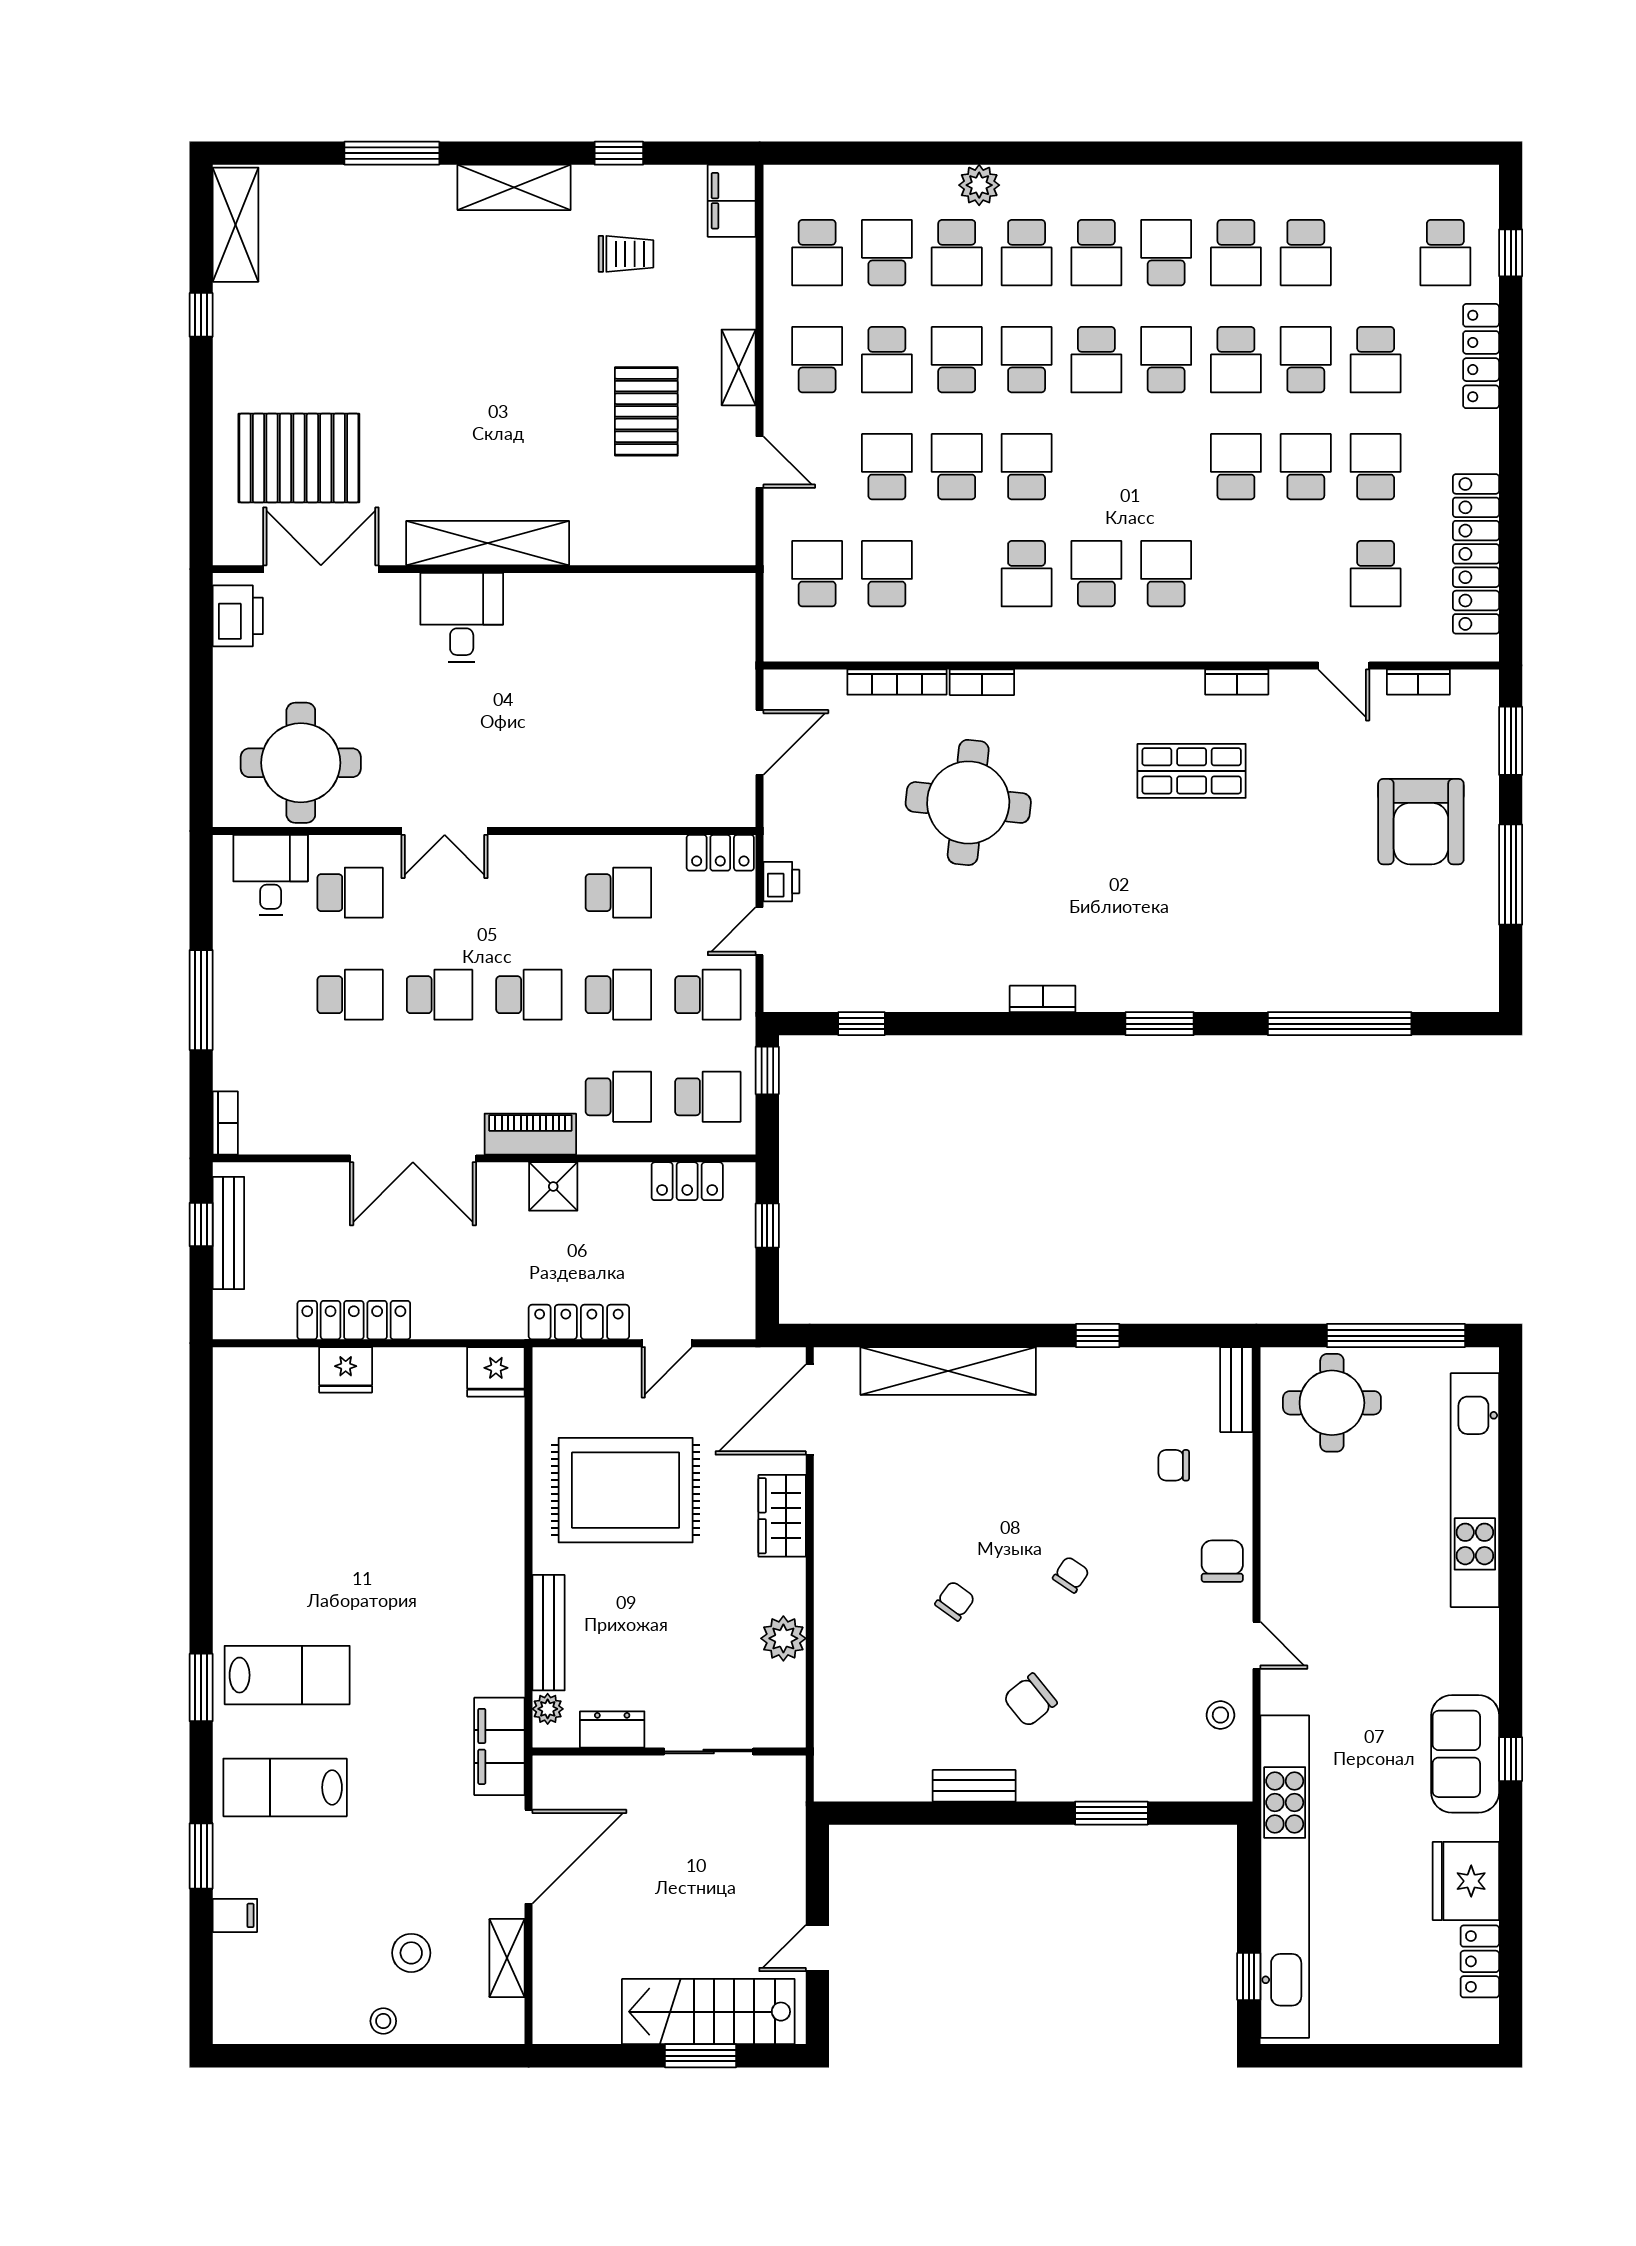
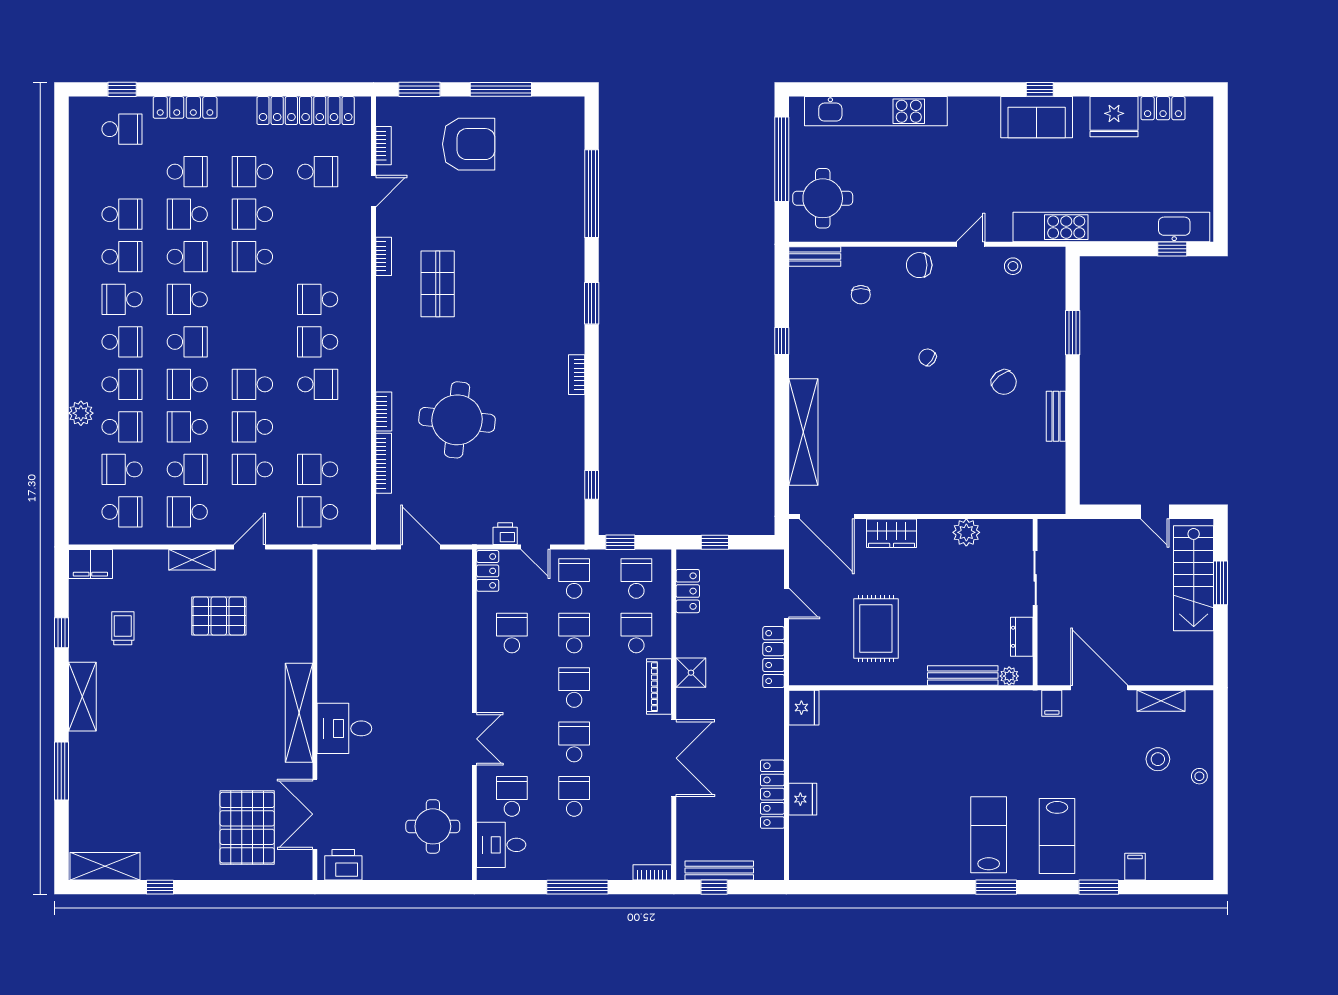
round table: (301, 763) -> (433, 826), width x0.73, depth x0.73
rug: (626, 1490) -> (876, 629), width x0.73, depth x0.69
chair: (955, 1601) -> (943, 428), removed
filing cabinet: (499, 1746) -> (1052, 703), width x0.33, depth x0.86

